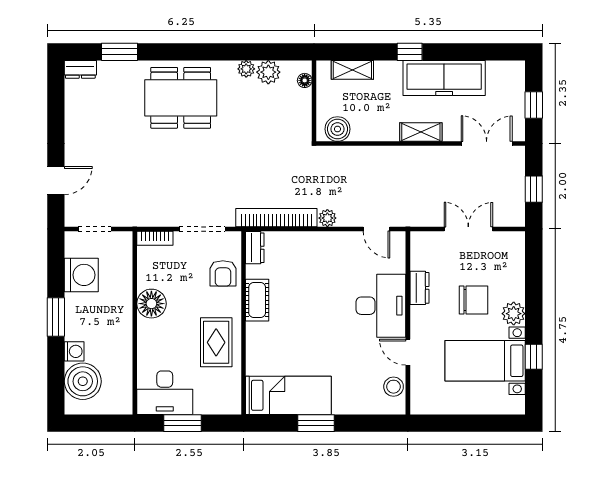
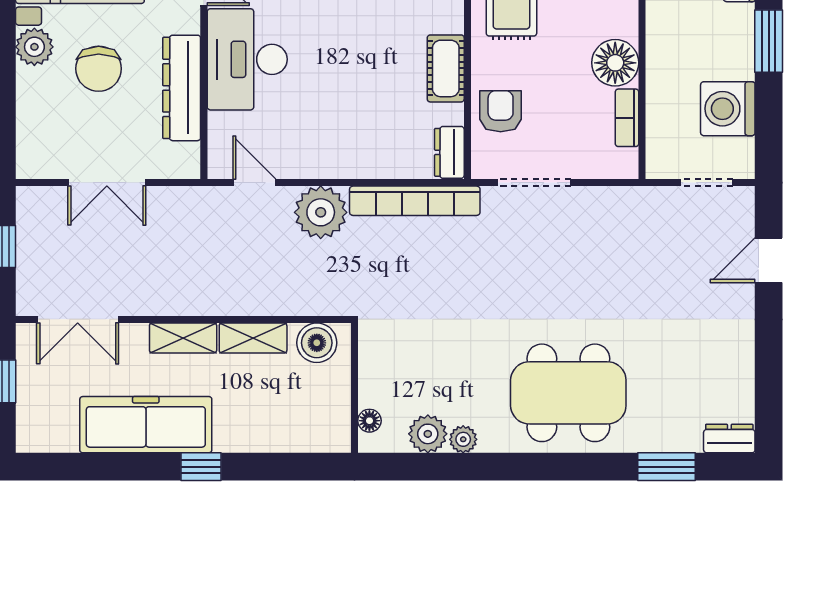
shelving: (352, 70) -> (253, 338), moved
plant: (327, 218) -> (321, 212), width x1.87, depth x1.87
bookcase: (155, 238) -> (627, 118), moved, turned -90
dresser: (419, 288) -> (182, 88), width x1.96, depth x1.24
chair: (474, 300) -> (99, 69), turned -90

